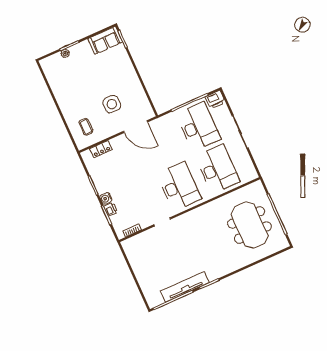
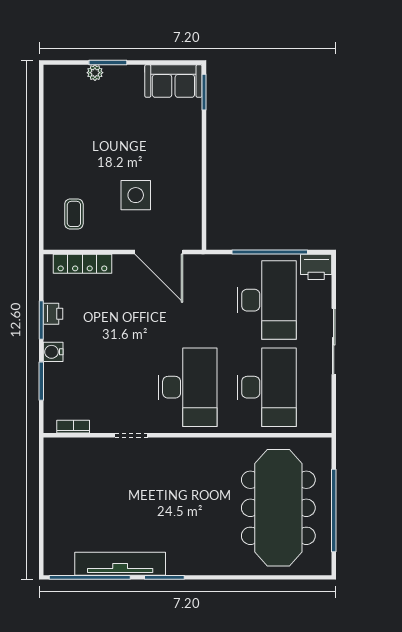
locker: (101, 149) -> (82, 264), width x1.53
printer: (111, 209) -> (53, 314), moved
meeting table: (250, 225) -> (278, 508), width x1.36

